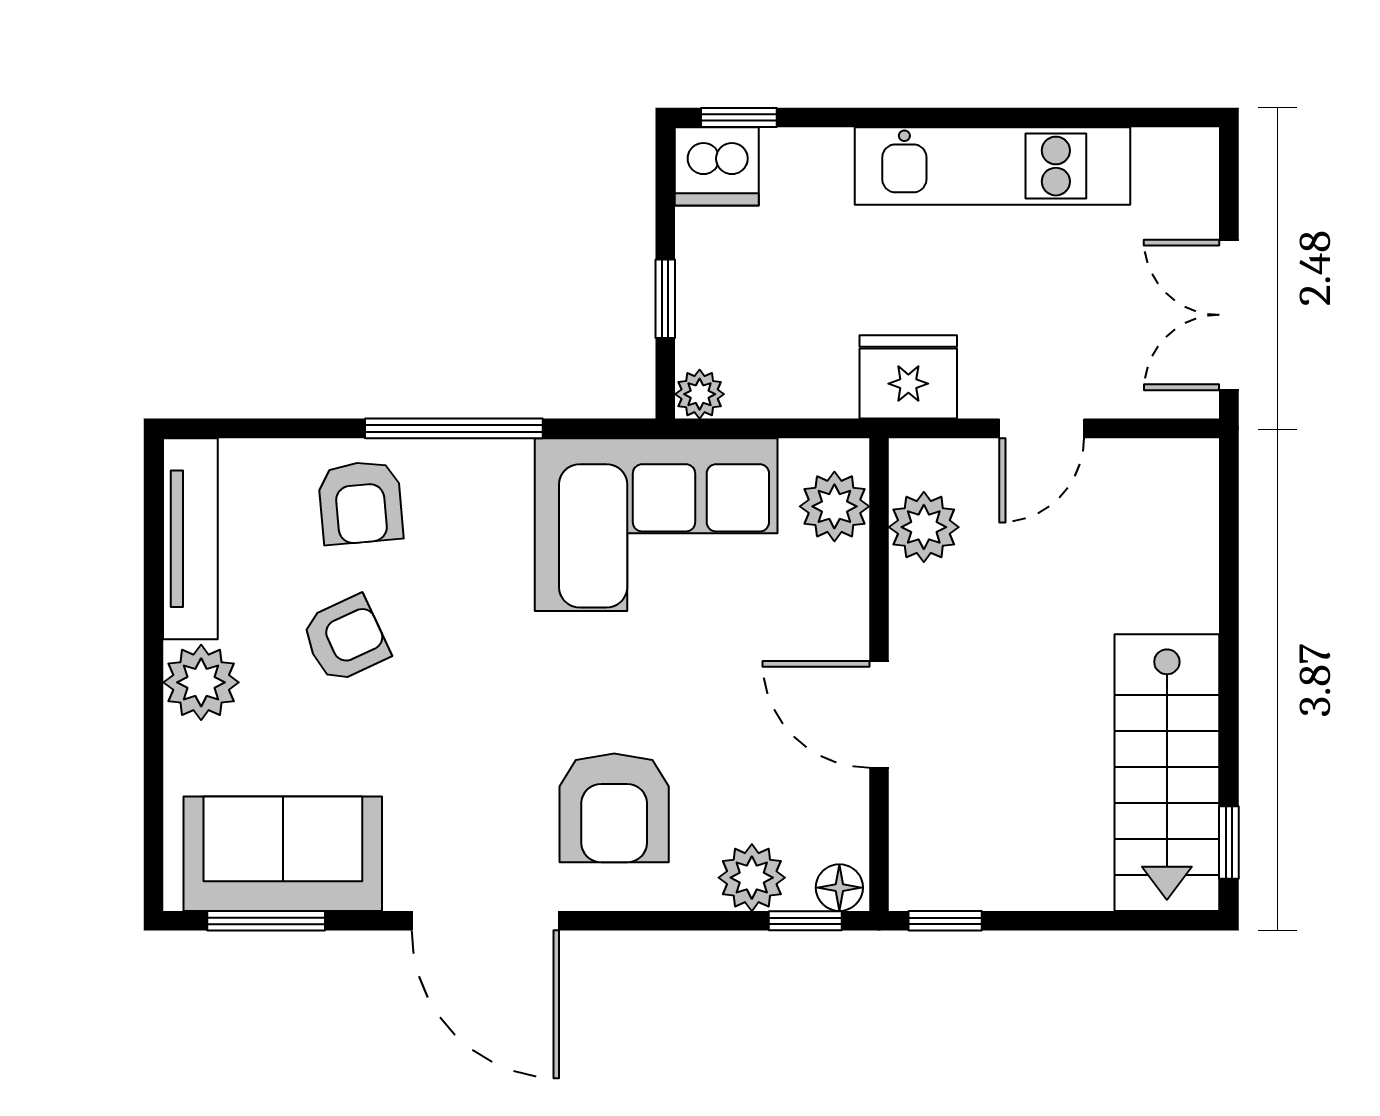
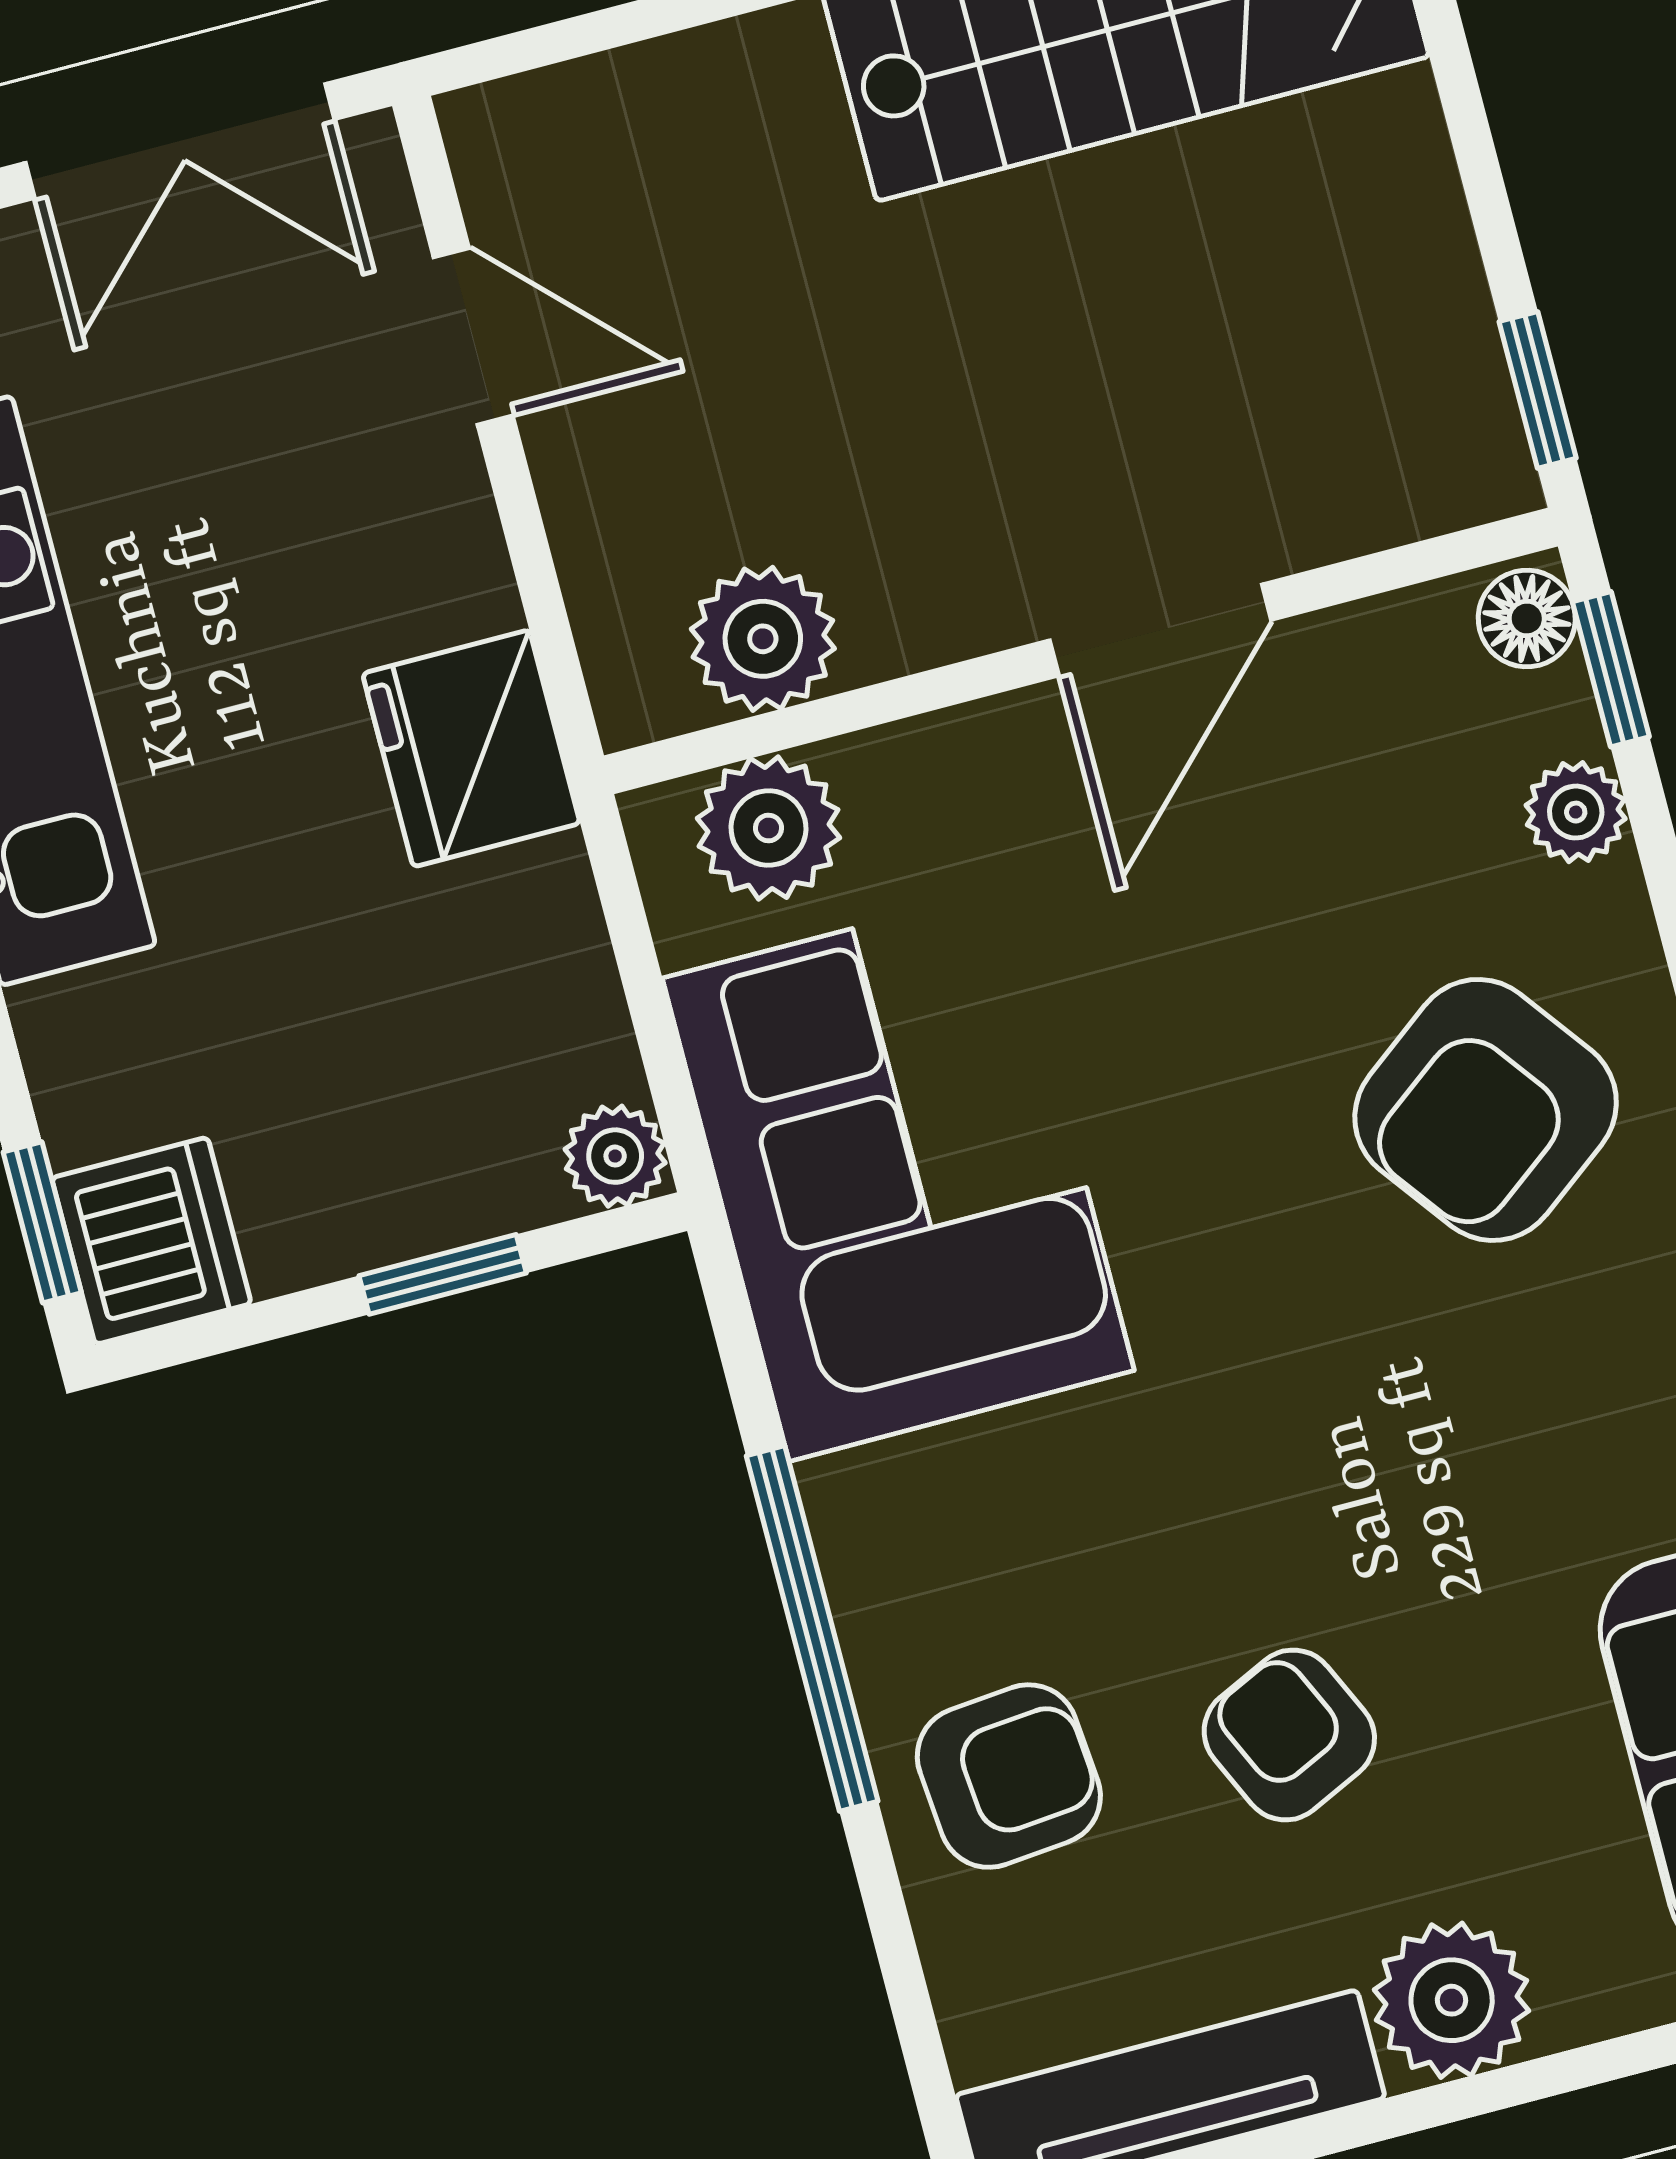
door: (1042, 428) -> (473, 336), moved
armchair: (614, 808) -> (1486, 1110), turned 143
plant: (752, 878) -> (1576, 812), width x0.73, depth x0.73

